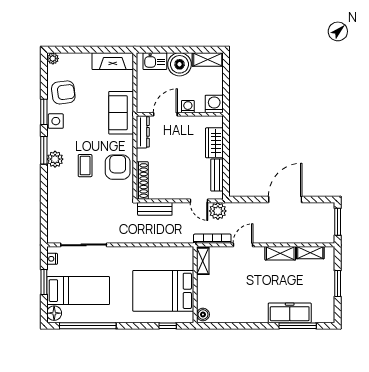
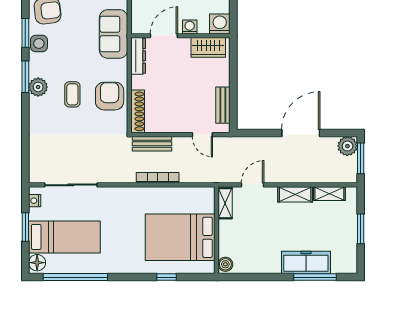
wardrobe: (214, 143) -> (208, 47), moved, turned -90
plant: (218, 211) -> (347, 146), moved
bookcase: (212, 239) -> (158, 178), moved
shelving: (203, 261) -> (225, 203), moved
wall: (195, 285) -> (216, 230), moved
bed: (163, 291) -> (180, 237), moved
boiler: (203, 314) -> (225, 264), moved

